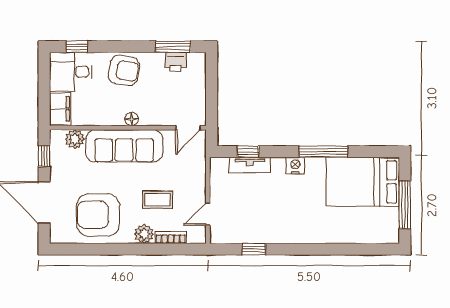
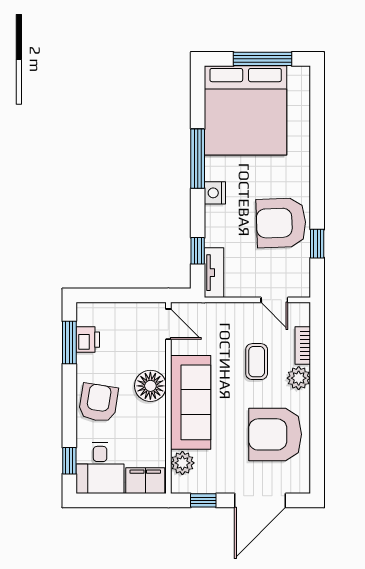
floor lamp: (132, 119) -> (150, 386), width x1.89, depth x1.89
tv unit: (250, 165) -> (214, 273), moved
bed: (363, 182) -> (246, 110), width x1.36
armchair: (98, 215) -> (275, 434), turned 90
armchair: (271, 220) -> (281, 223), added

